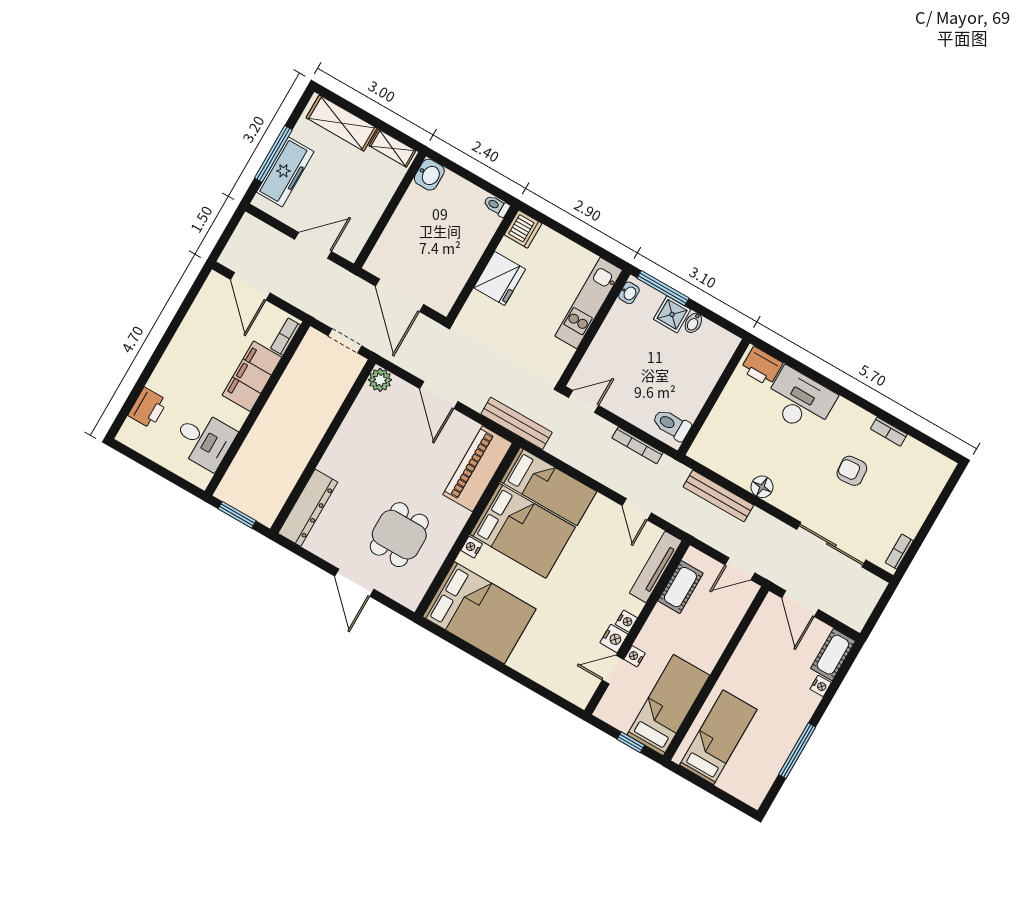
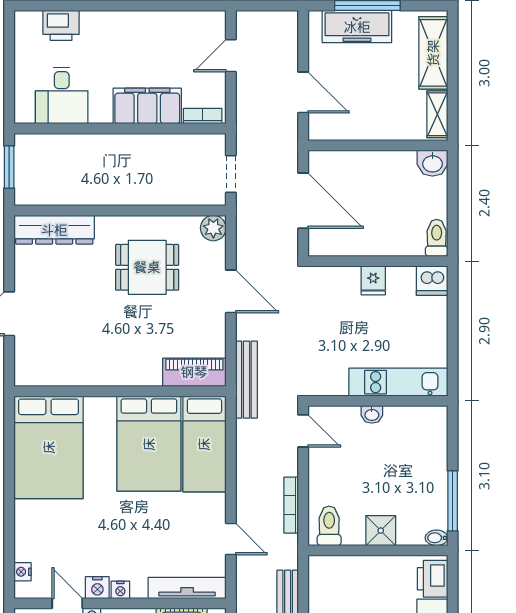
toilet: (496, 206) -> (437, 238), width x1.37, depth x1.39
fridge: (500, 278) -> (373, 280), width x0.53, depth x0.75
door: (250, 286) -> (231, 56), width x0.73
window: (663, 288) -> (453, 501), moved
washbasin: (629, 293) -> (372, 414), moved
door: (400, 295) -> (303, 201), swing flipped
shower: (672, 314) -> (381, 531), moved
bidet: (693, 323) -> (436, 538), moved
door: (439, 395) -> (231, 291), swing flipped
piano: (478, 469) -> (194, 372), width x0.73, depth x0.75
door: (637, 509) -> (231, 539), swing flipped
dining table: (399, 535) -> (147, 267), moved
nightstand: (472, 547) -> (22, 572), moved, turned -90

